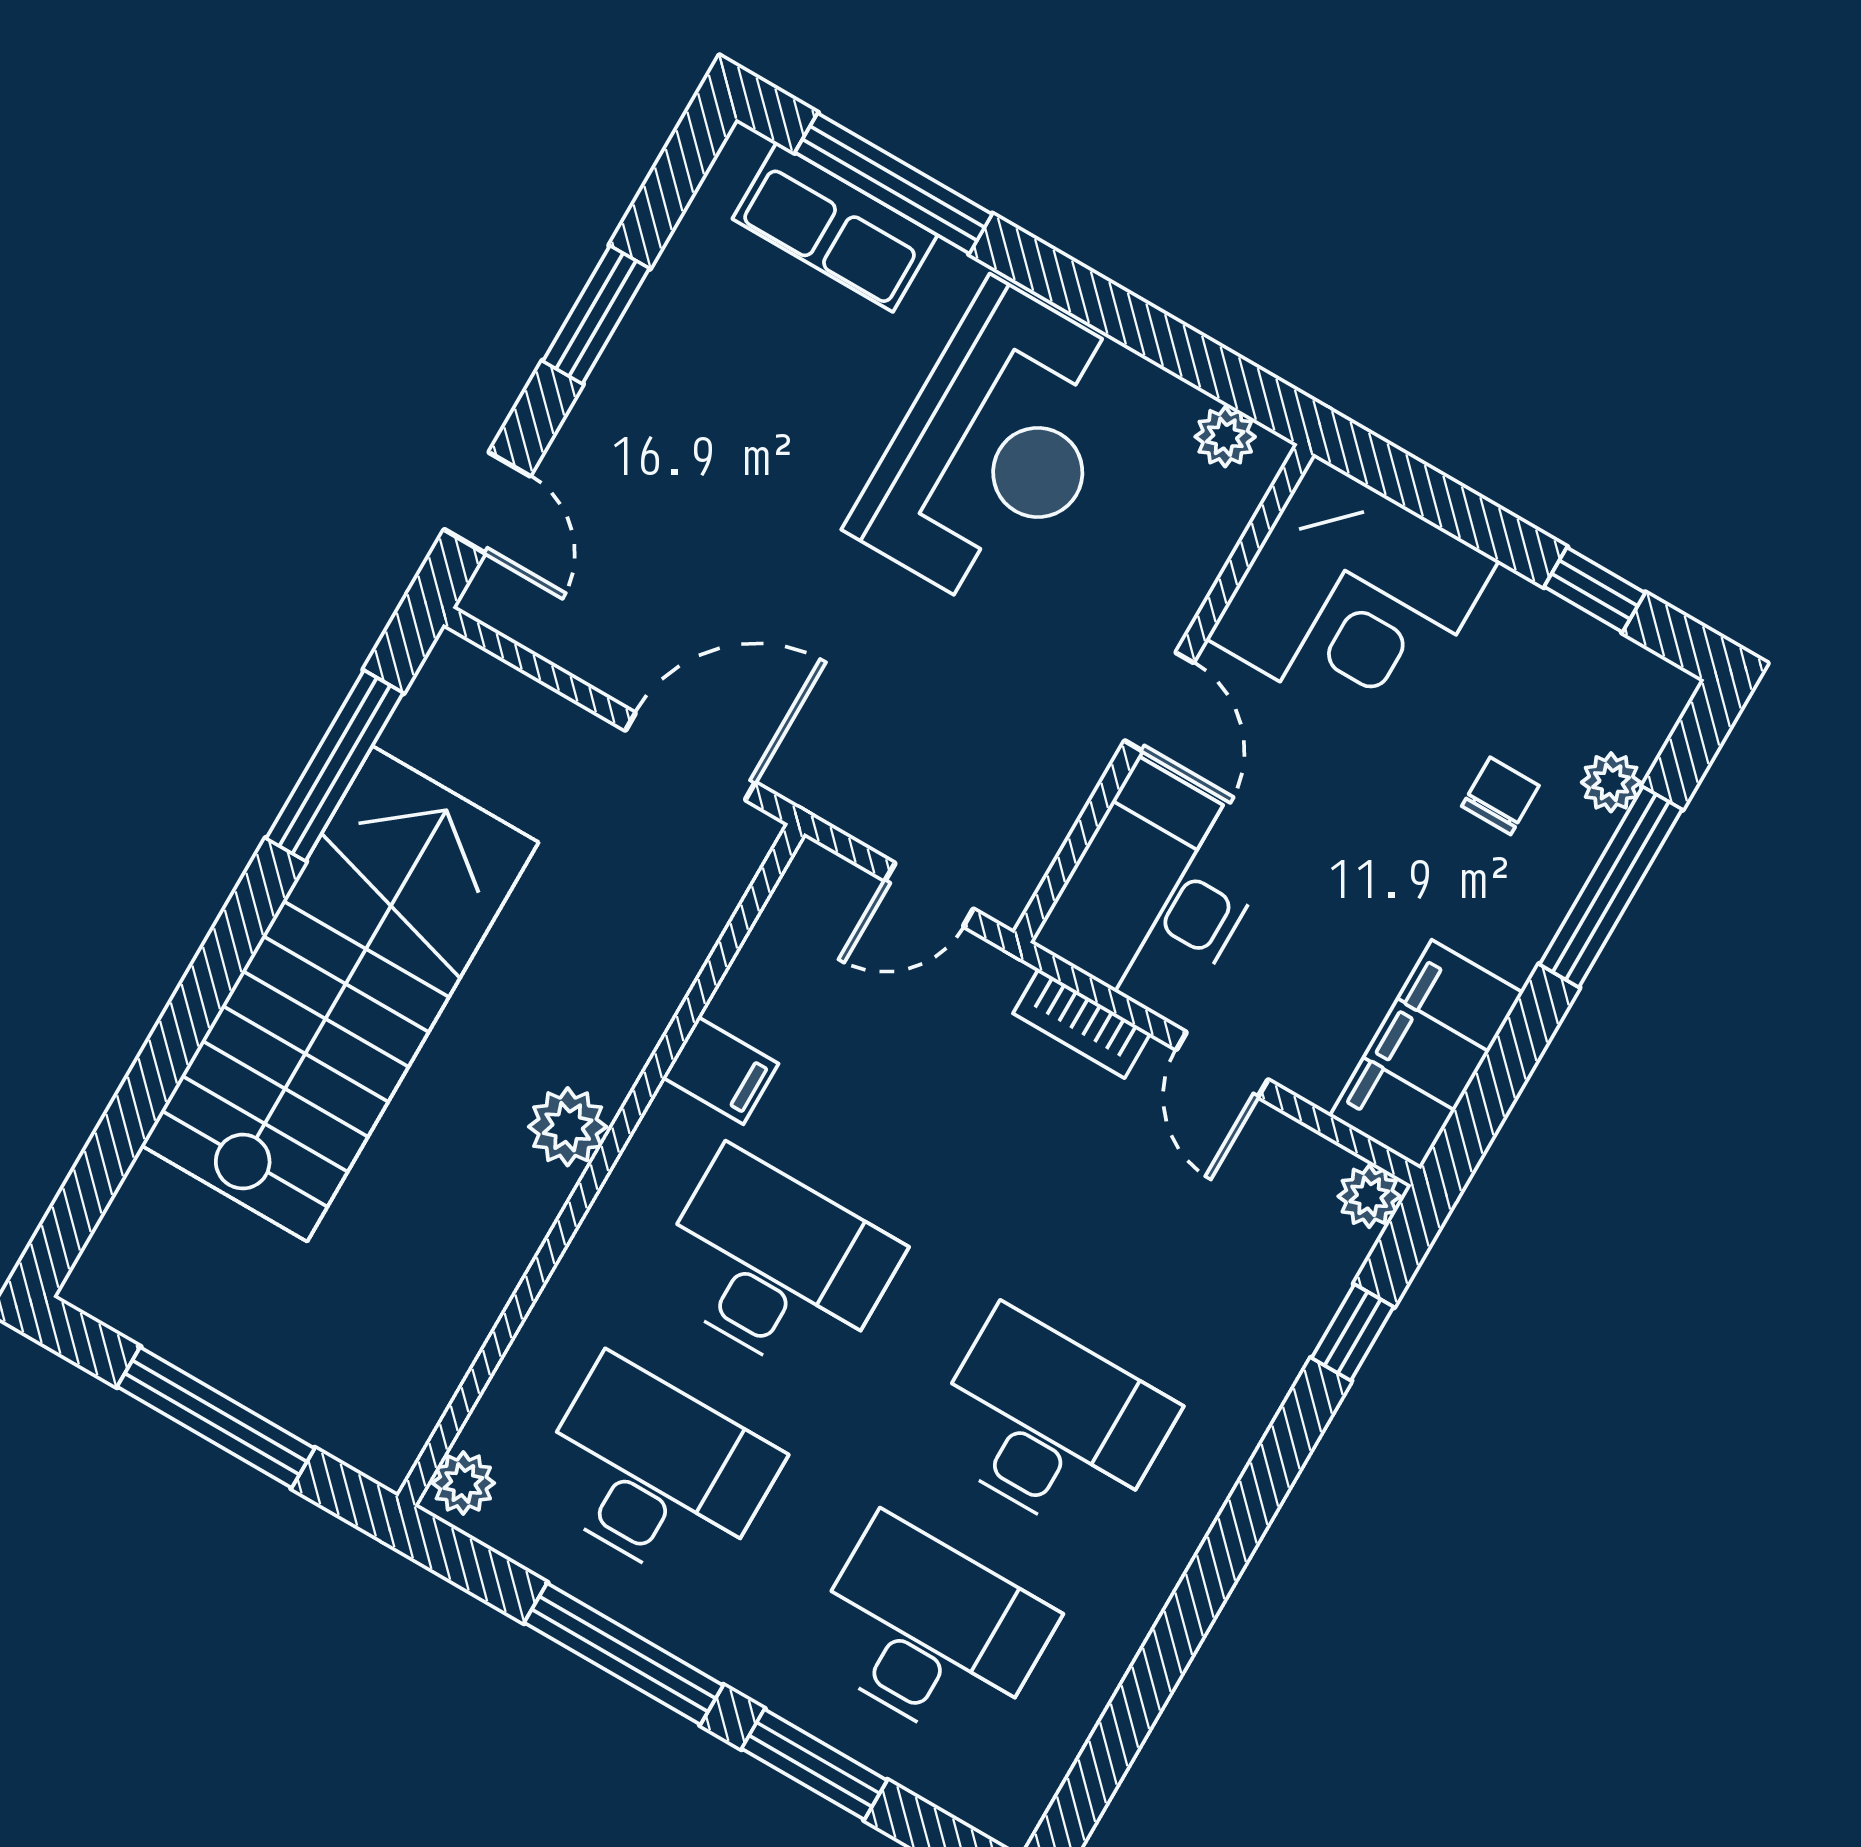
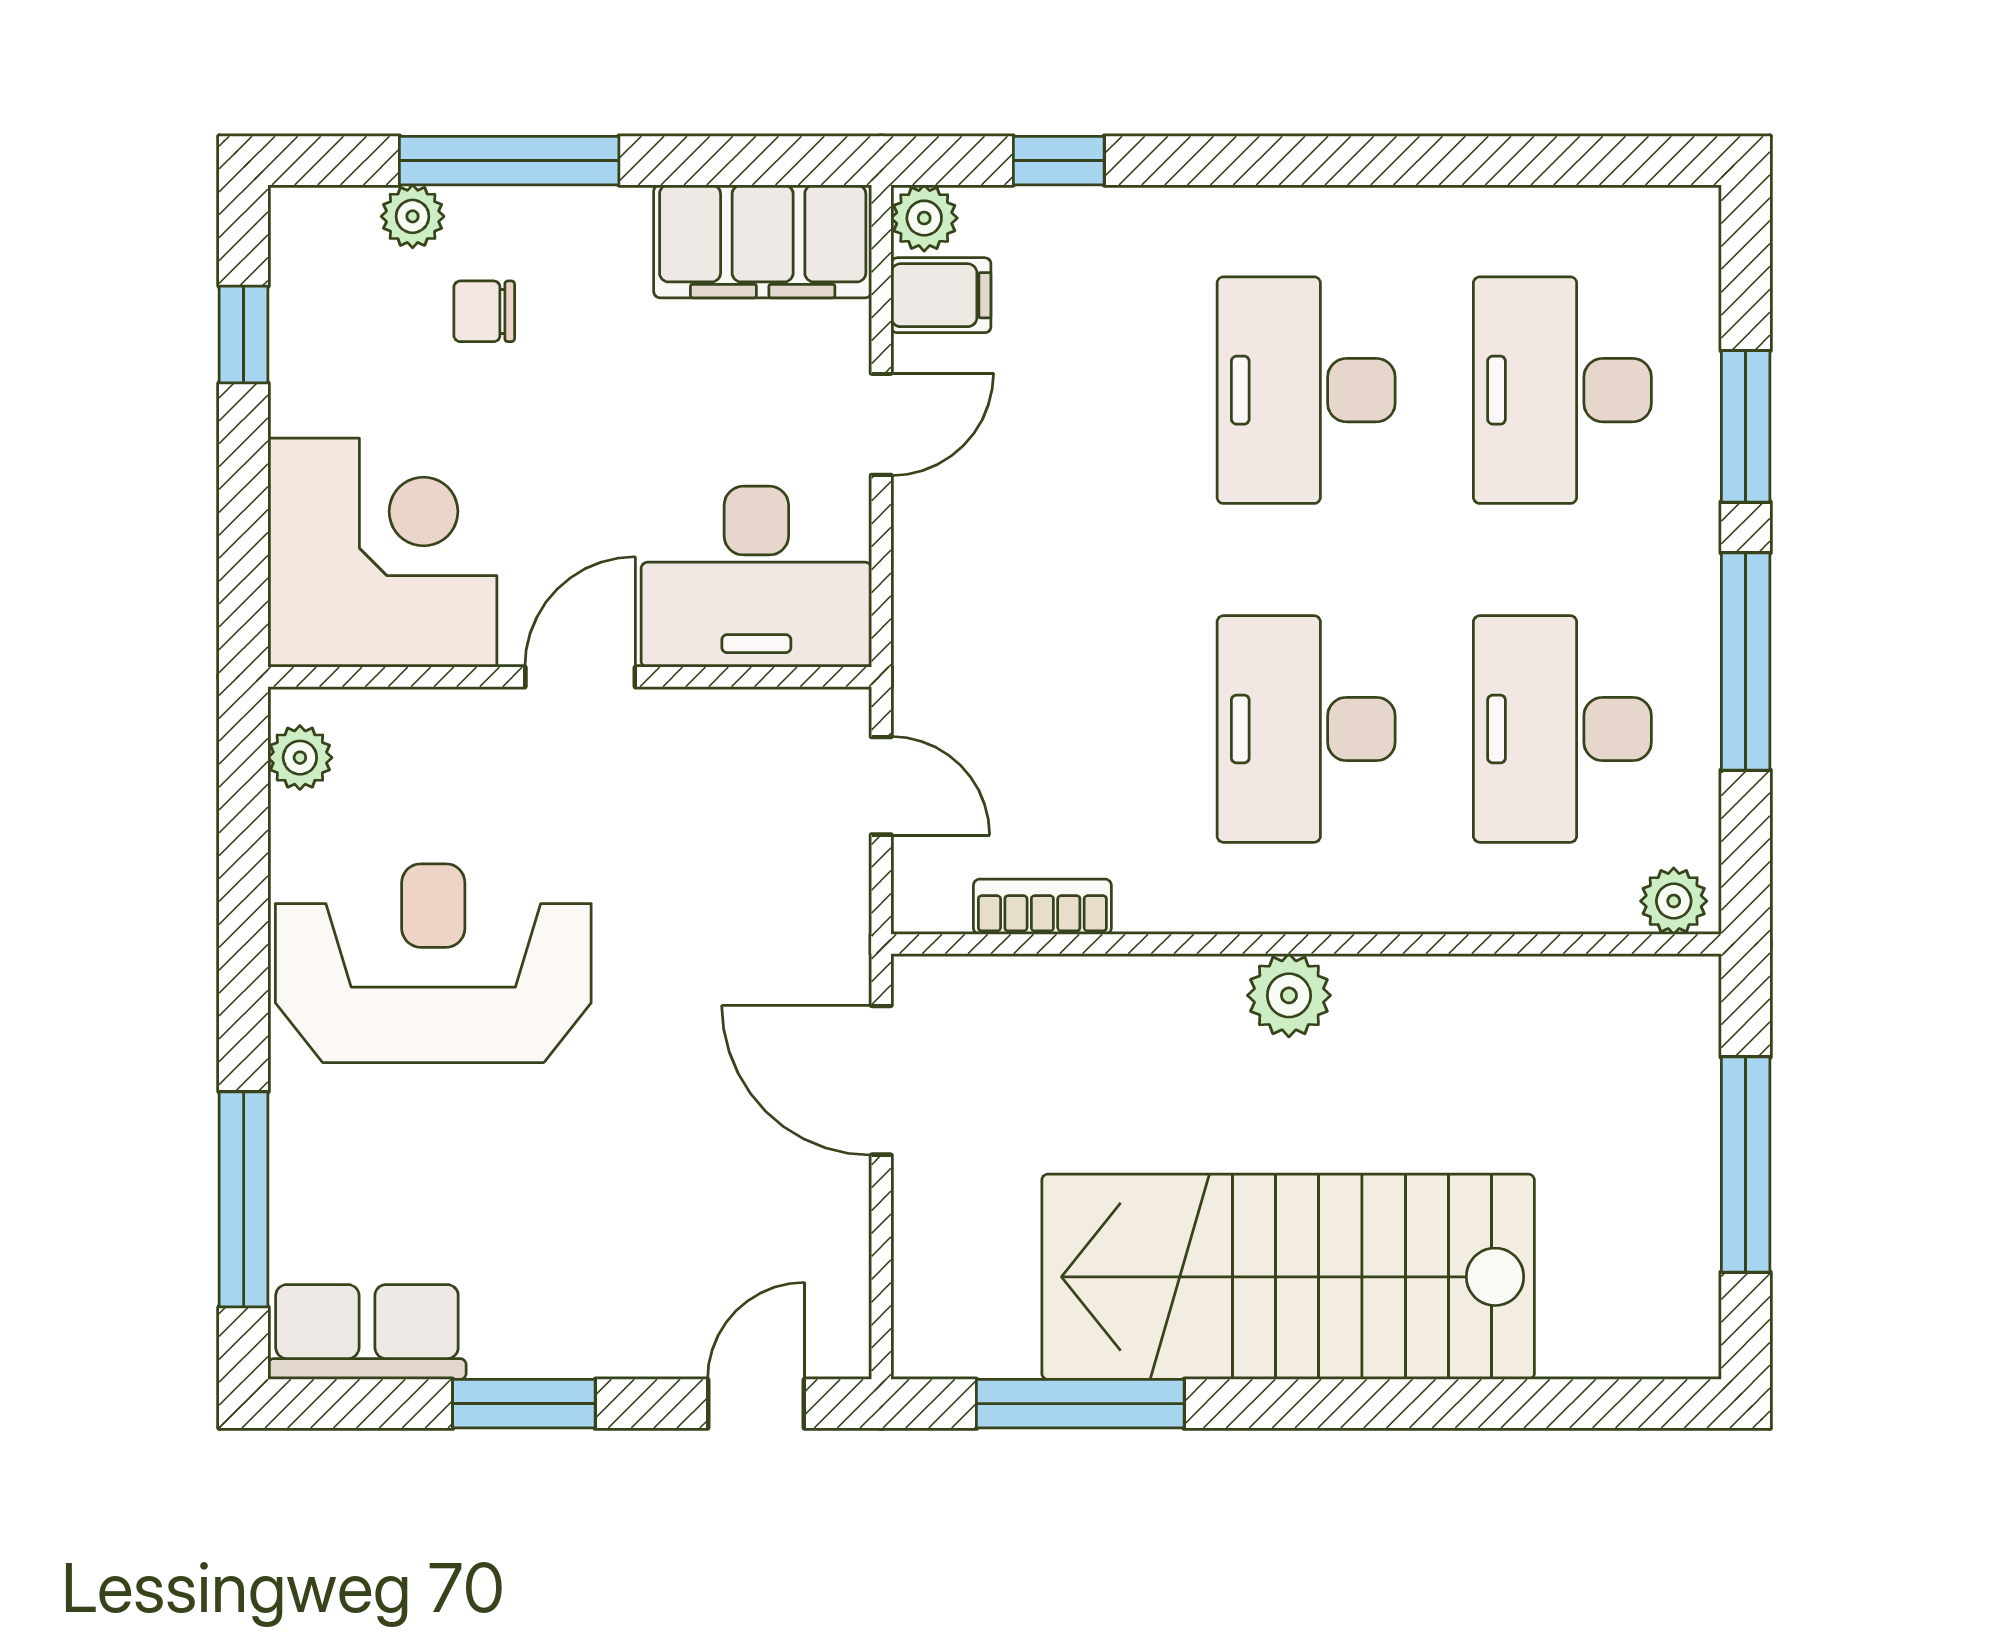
row of seats: (835, 227) -> (367, 1332), moved, turned -90
bookcase: (1082, 1024) -> (1042, 907), moved, turned -90
filing cabinet: (720, 1071) -> (941, 295), moved, turned 90

